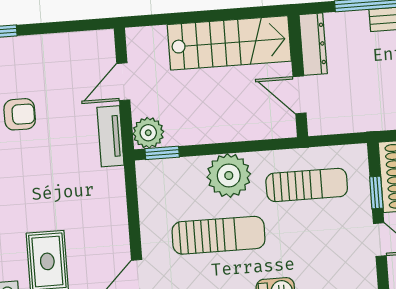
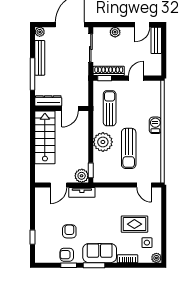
door: (123, 82) -> (58, 185), hinge flipped
window: (376, 192) -> (105, 78), moved
sun lounger: (218, 235) -> (129, 148), turned 180

